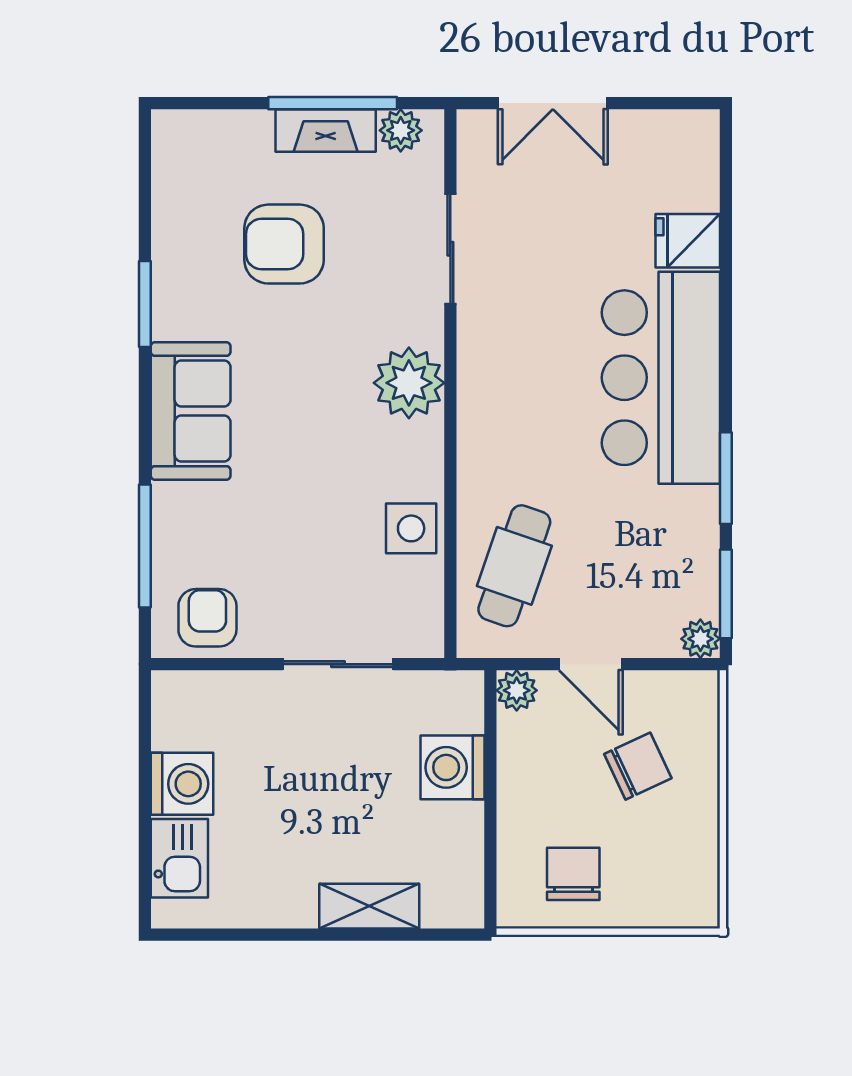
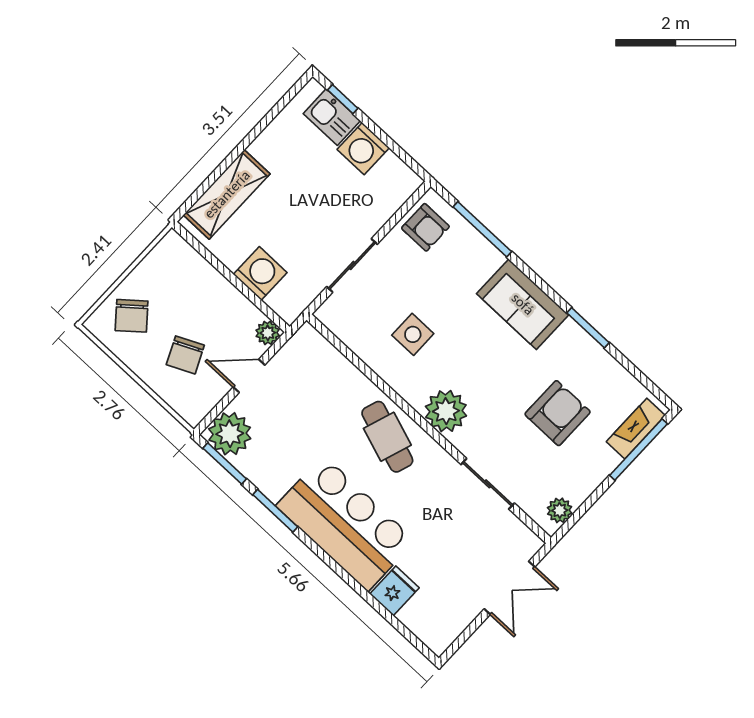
window: (333, 103) -> (639, 450), moved
double door: (553, 103) -> (510, 588), swing flipped
fireplace: (326, 131) -> (636, 429), moved
side table: (411, 528) -> (413, 334), moved
cafe table: (514, 566) -> (387, 437), moved
plant: (700, 639) -> (230, 434), width x1.88, depth x1.88
window: (145, 865) -> (343, 99), added
chair: (573, 874) -> (132, 316), moved, turned 50
shelving: (369, 906) -> (227, 194), width x1.50, depth x1.33

